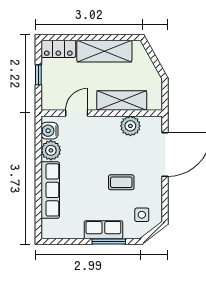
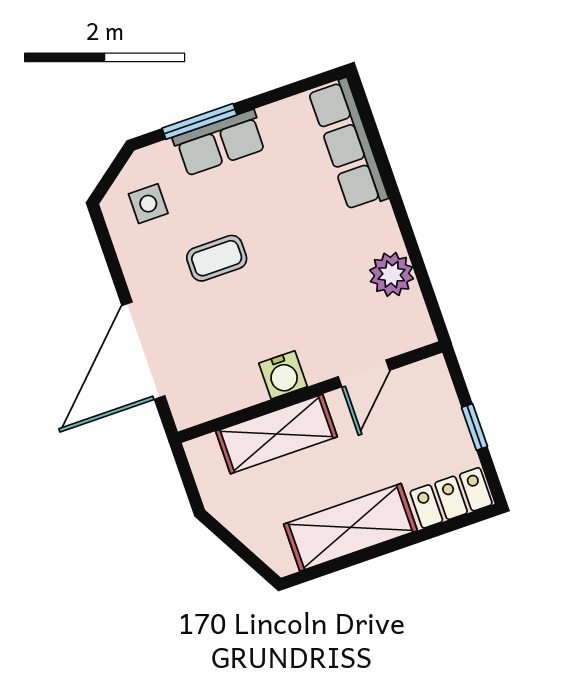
plant: (130, 126) -> (239, 386), removed
water cooler: (49, 131) -> (283, 375), moved, turned 90
row of seats: (50, 190) -> (348, 144), moved

